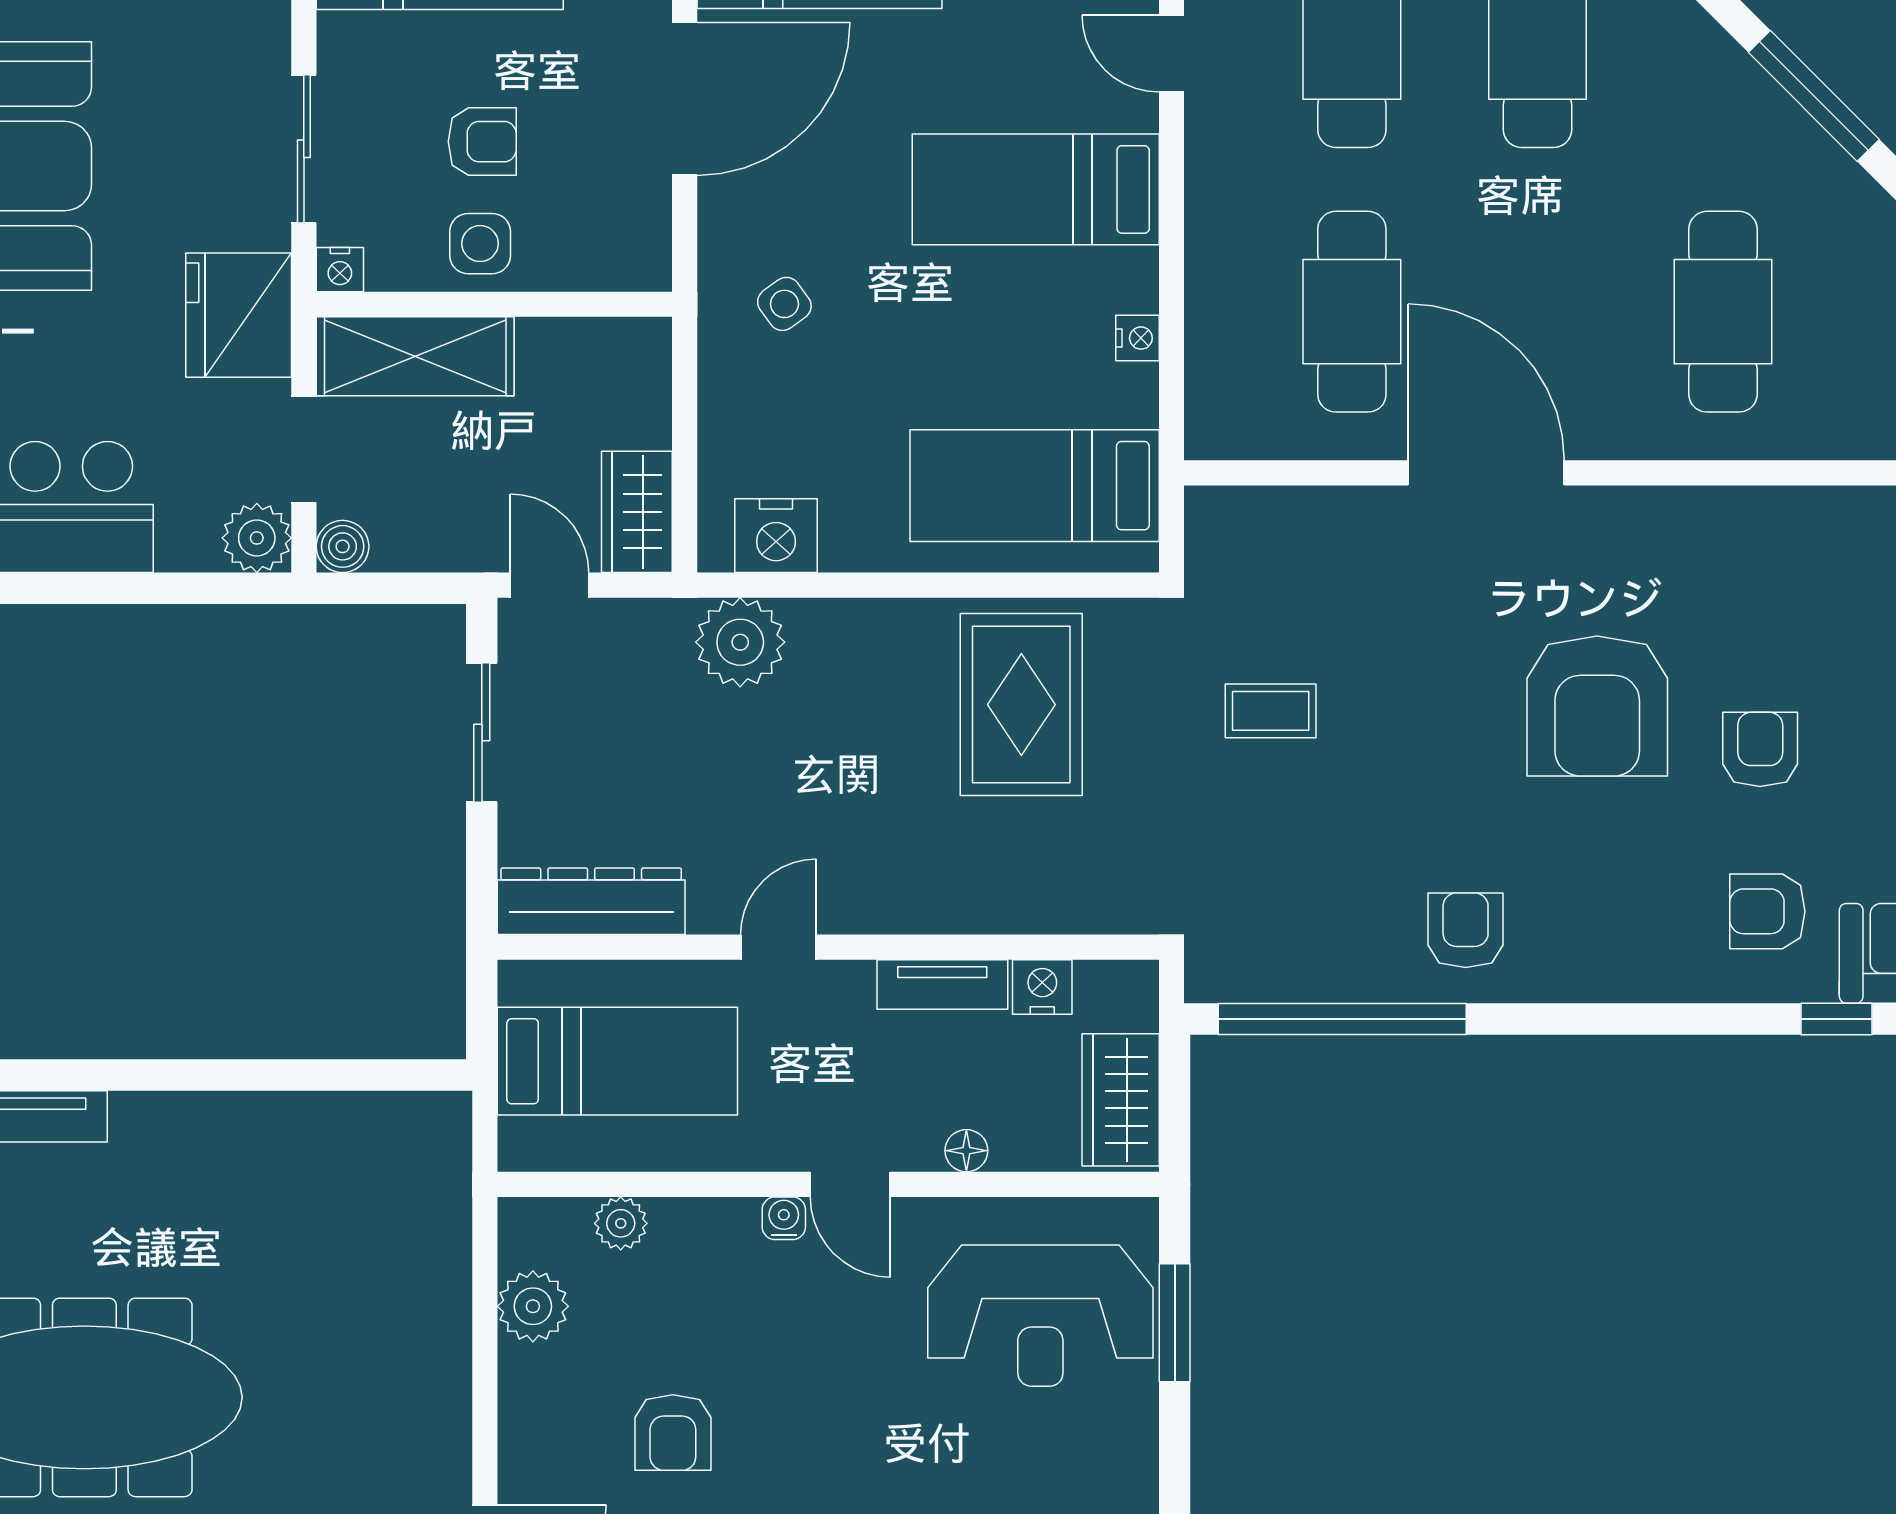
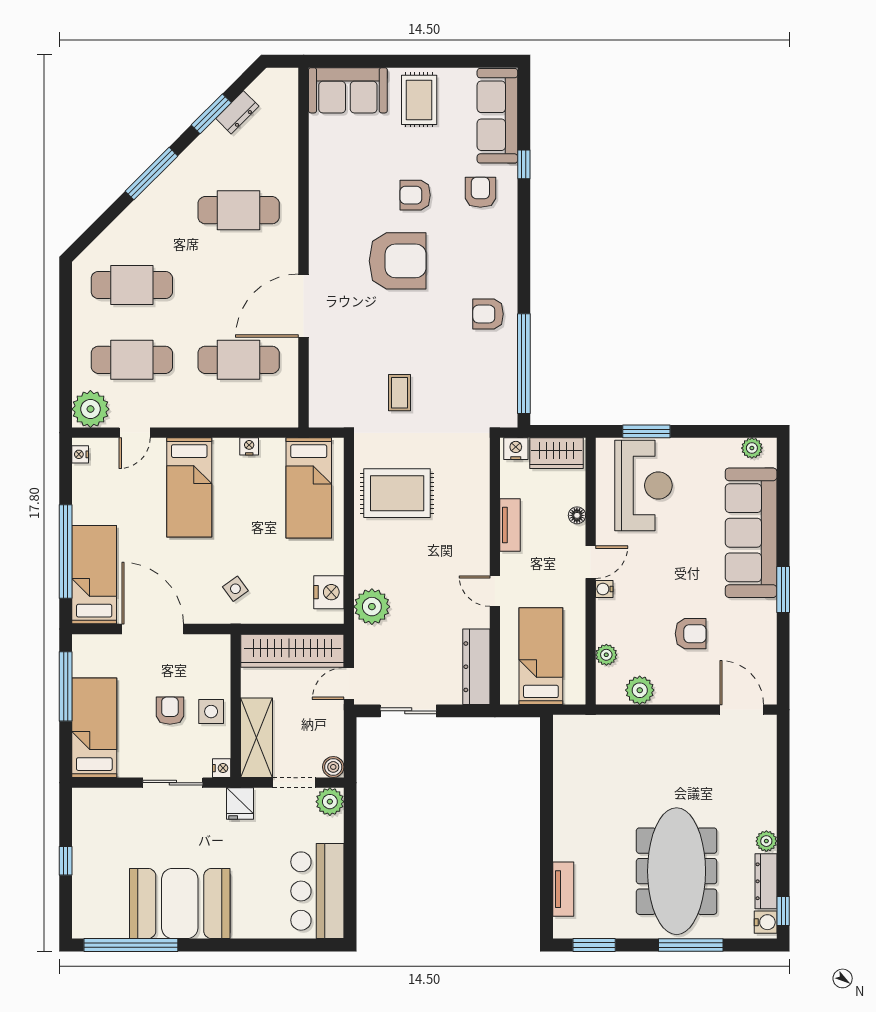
fridge: (239, 315) -> (240, 804), width x0.53, depth x0.75
wardrobe: (637, 512) -> (292, 651), width x2.10, depth x1.17
armchair: (1767, 911) -> (480, 192), turned 180
nightstand: (1042, 987) -> (516, 449), moved, turned 90

